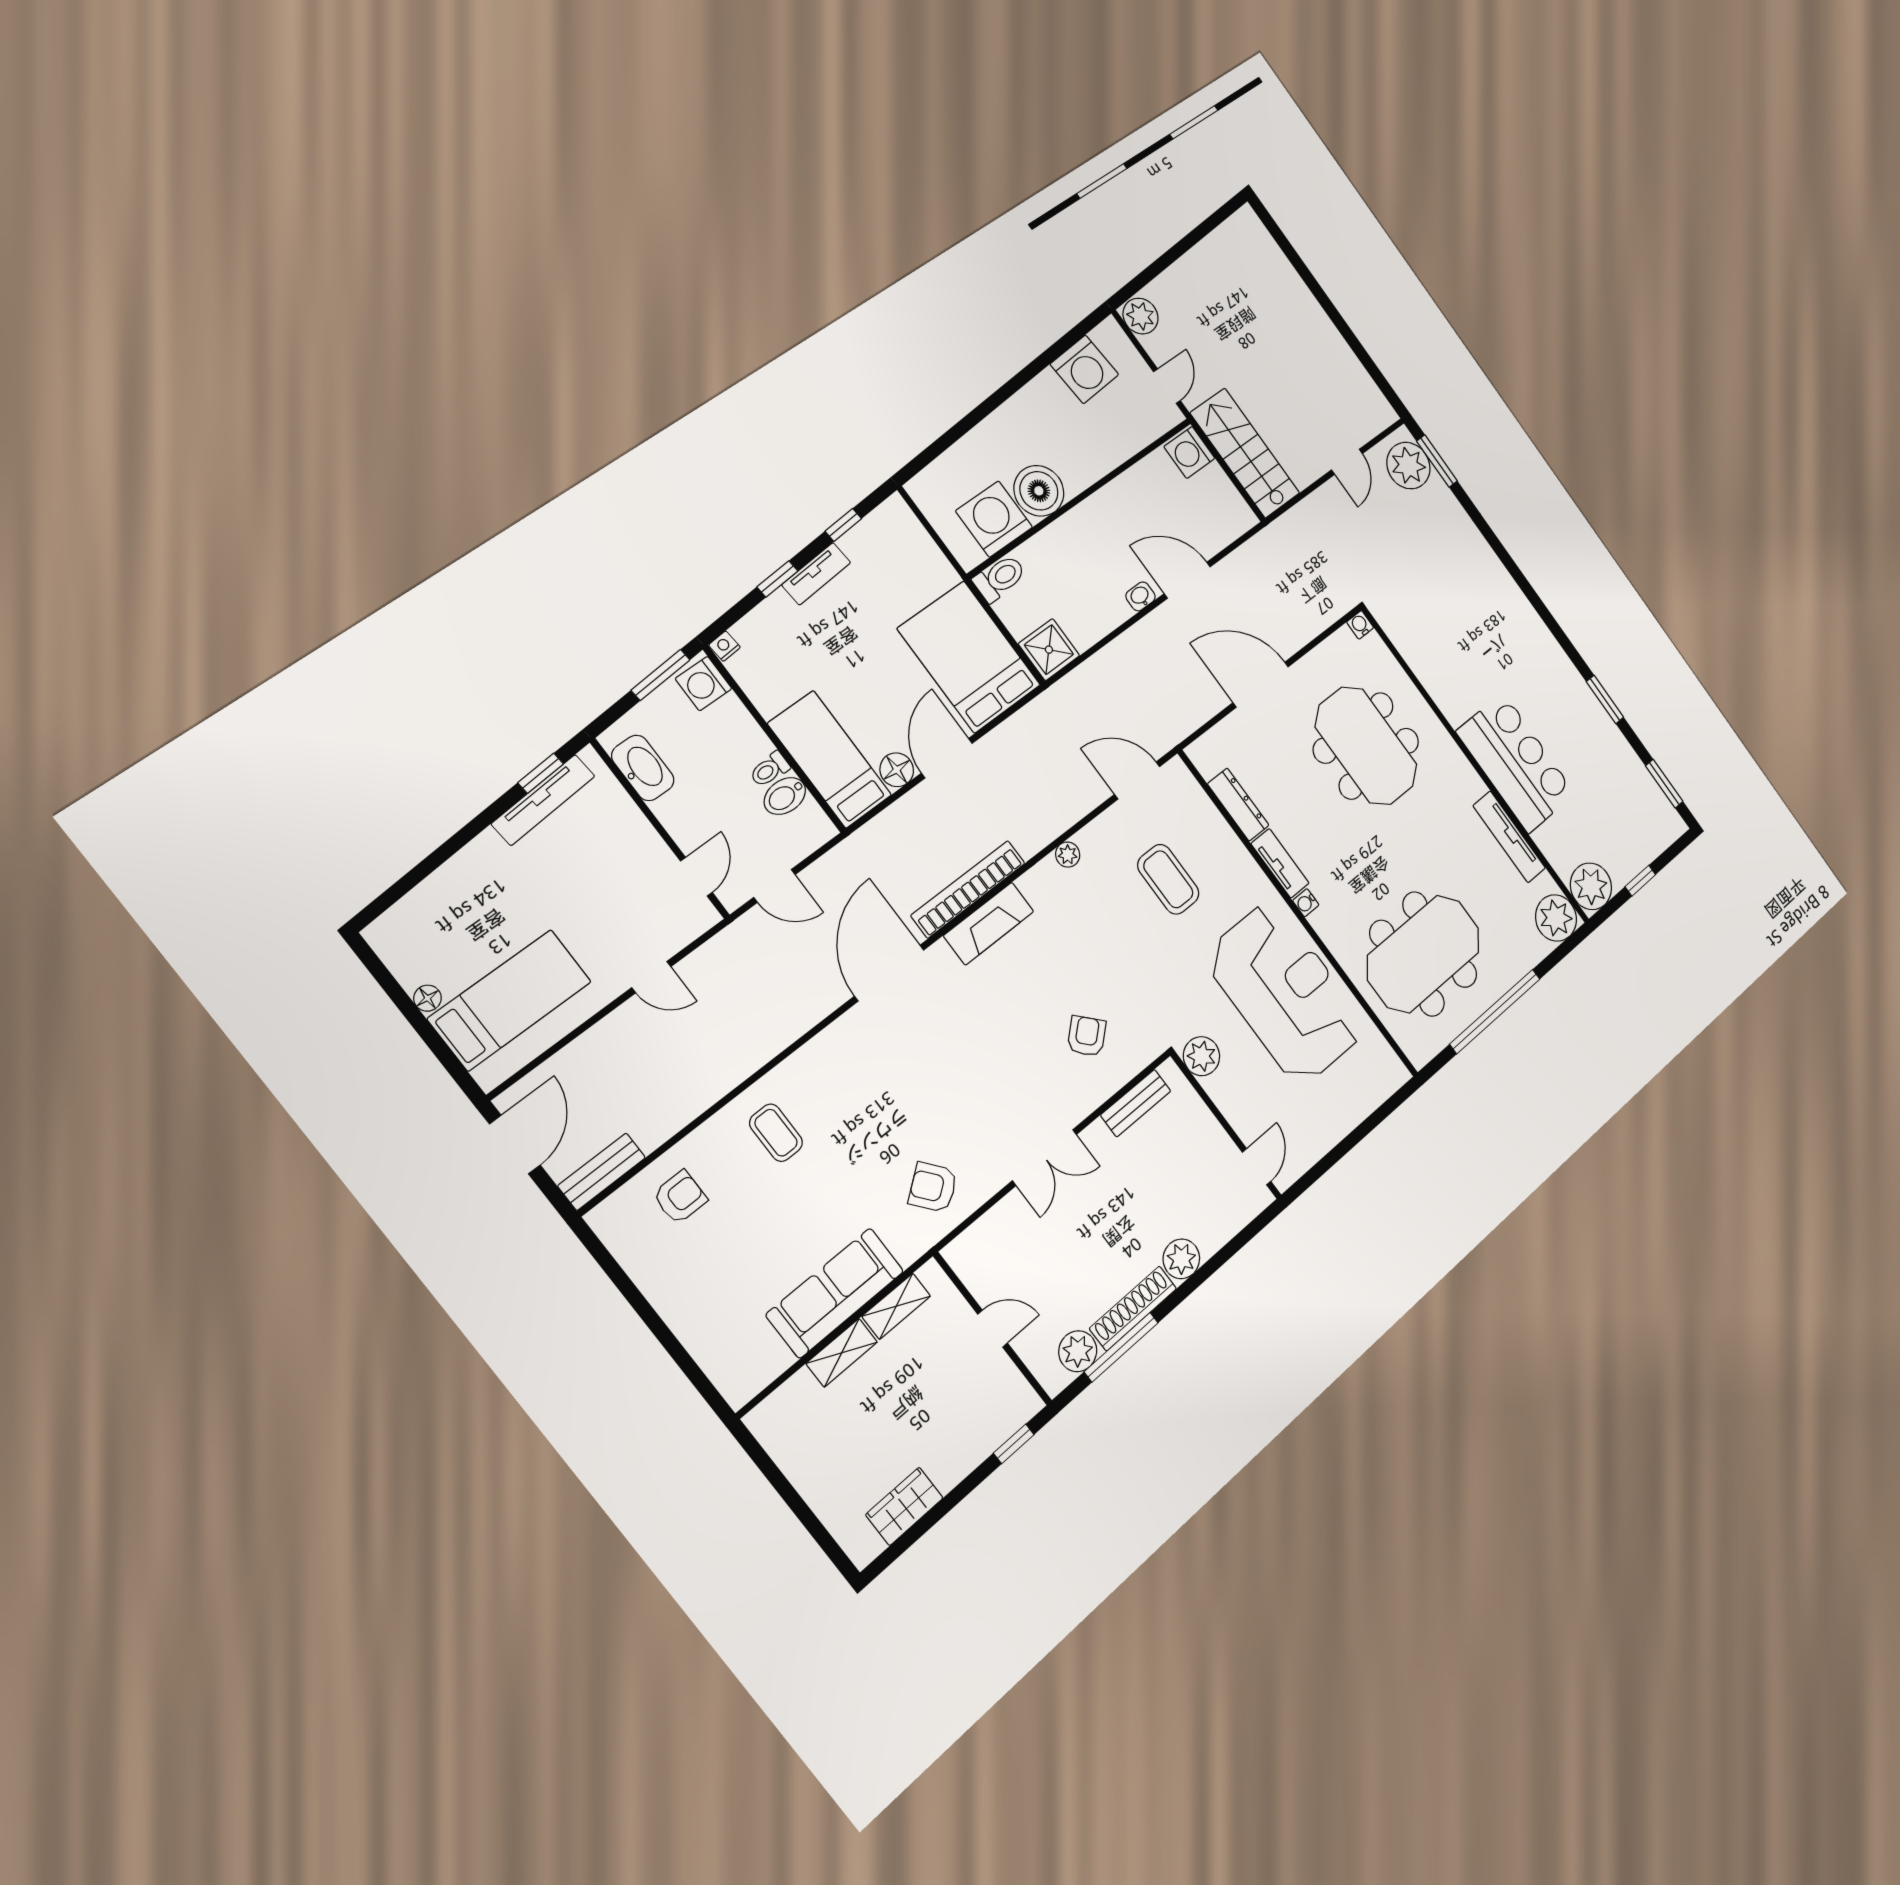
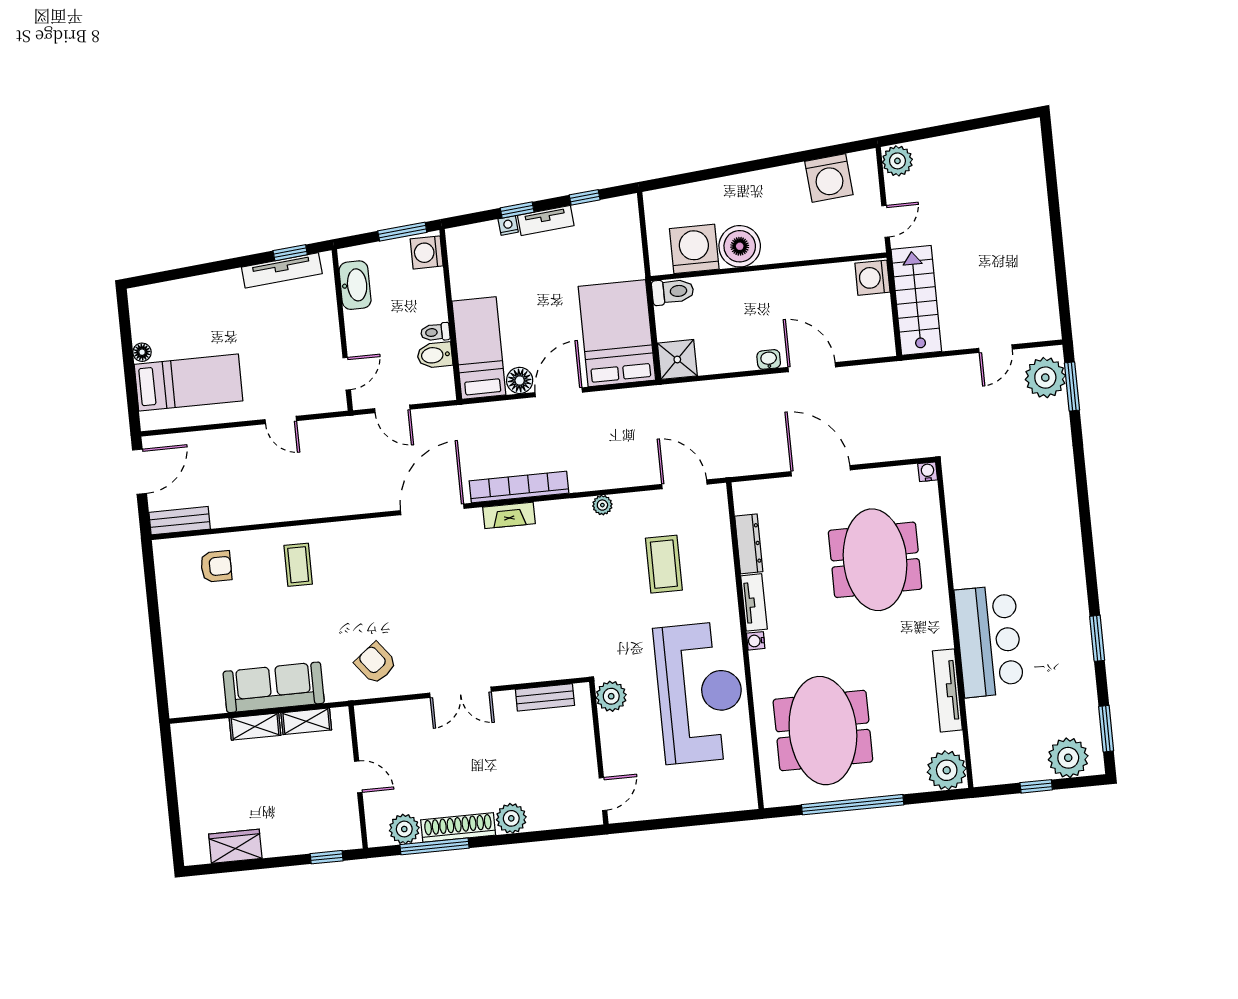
nightstand: (724, 646) -> (508, 225), moved
plant: (1591, 886) -> (1068, 758), moved
fireplace: (989, 924) -> (509, 515), width x0.73, depth x0.76
meeting table: (1423, 954) -> (823, 731), turned 90
armchair: (1087, 1036) -> (539, 632), removed

